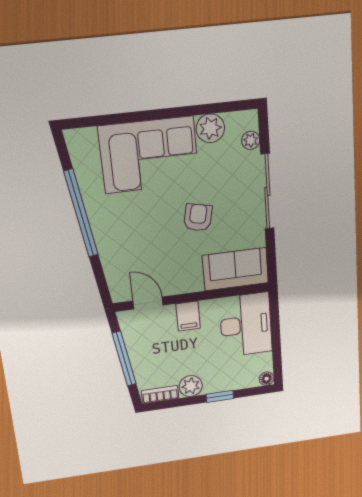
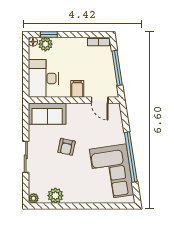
plant: (251, 140) -> (34, 198), moved
corner sofa: (149, 155) -> (112, 172), moved, turned -99
sliding door: (267, 191) -> (26, 157), width x0.73
plant: (191, 386) -> (45, 44), moved
window: (220, 396) -> (49, 35), moved

